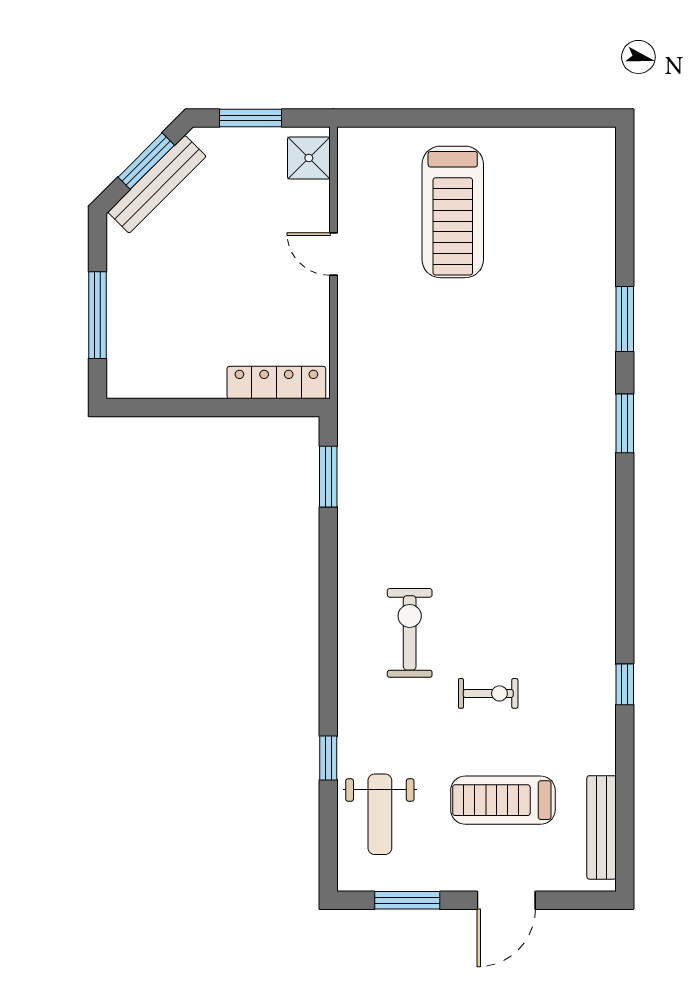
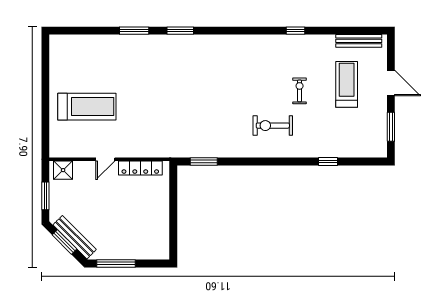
window: (97, 315) -> (116, 263), moved
locker: (276, 383) -> (140, 168), moved, turned -90
treadmill: (503, 800) -> (347, 84), turned 180
weight bench: (380, 814) -> (353, 139), removed

